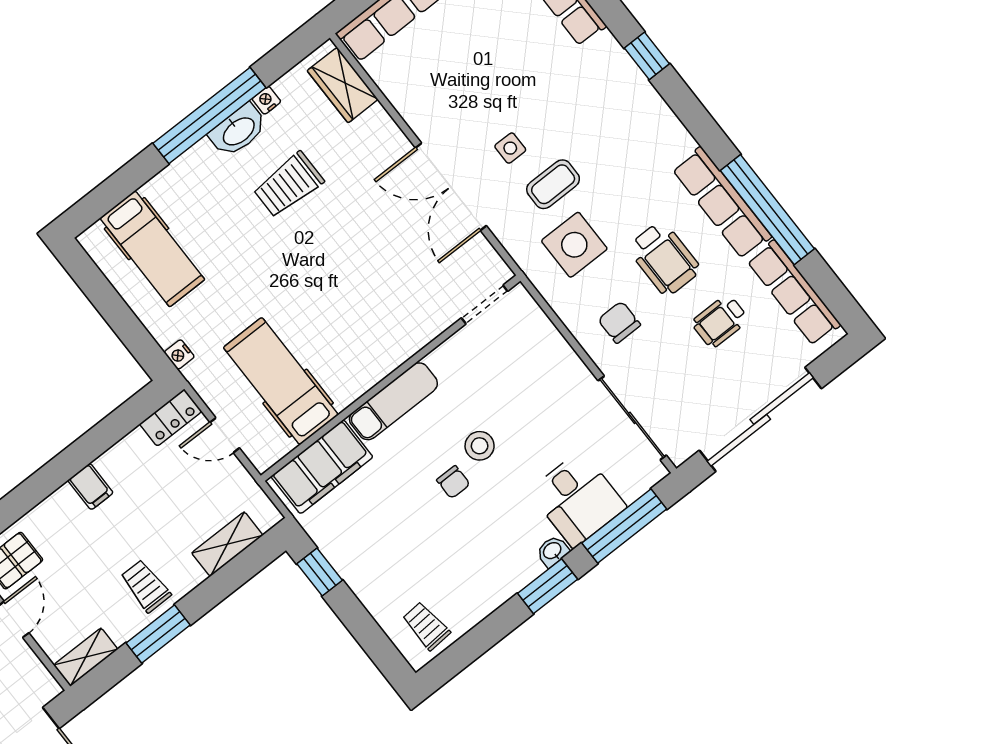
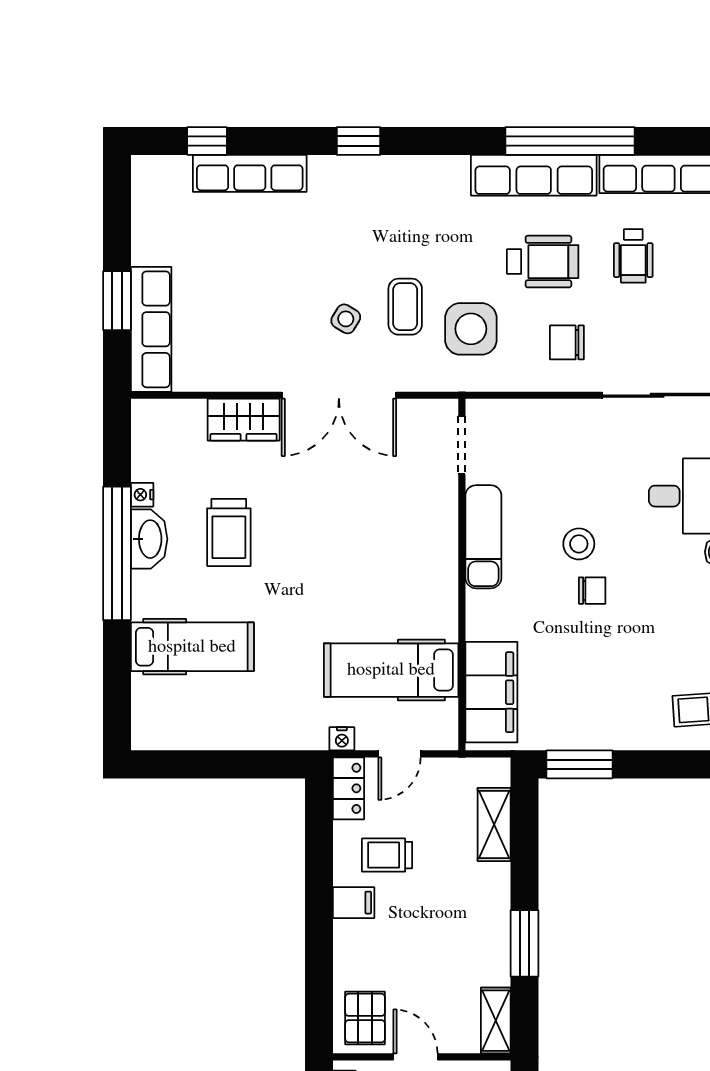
wardrobe: (343, 85) -> (244, 420), moved
side table: (510, 148) -> (346, 319), turned 31
hospital bed: (152, 249) -> (192, 647), moved
nightstand: (179, 354) -> (342, 739), moved
exam couch: (393, 401) -> (483, 537), moved
window: (320, 572) -> (580, 764), width x1.50
trolley: (146, 586) -> (387, 855), moved

